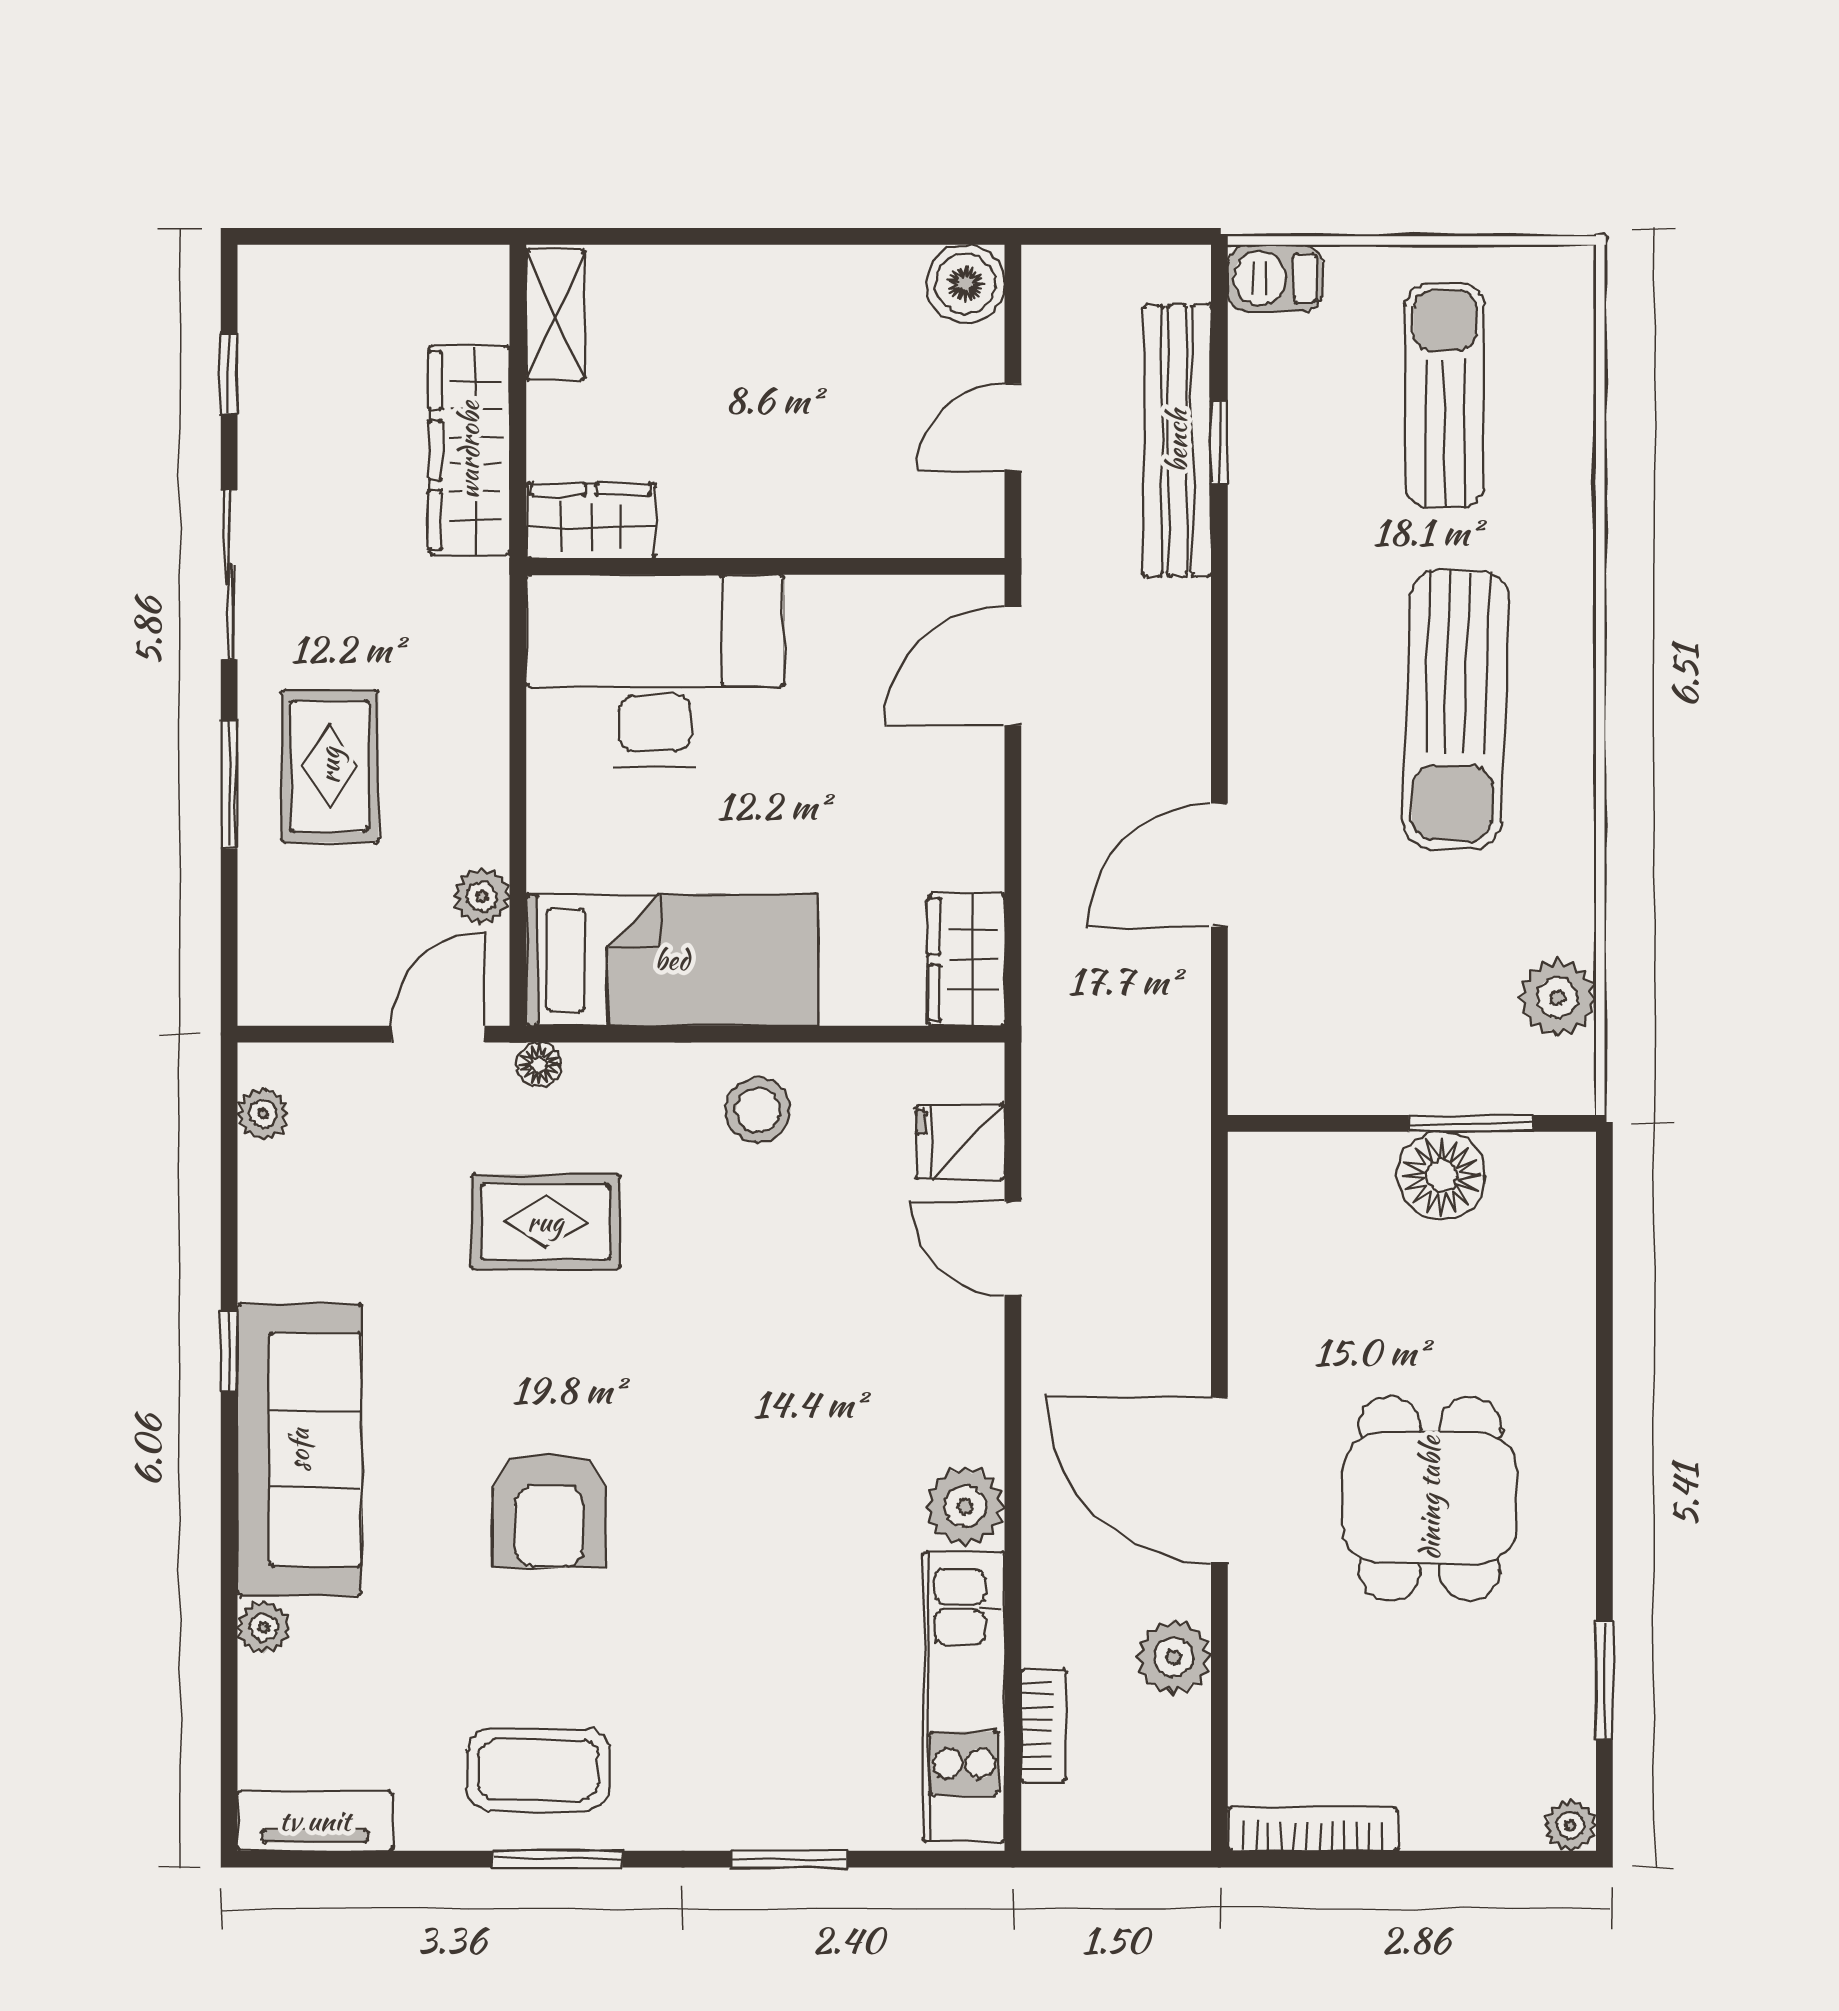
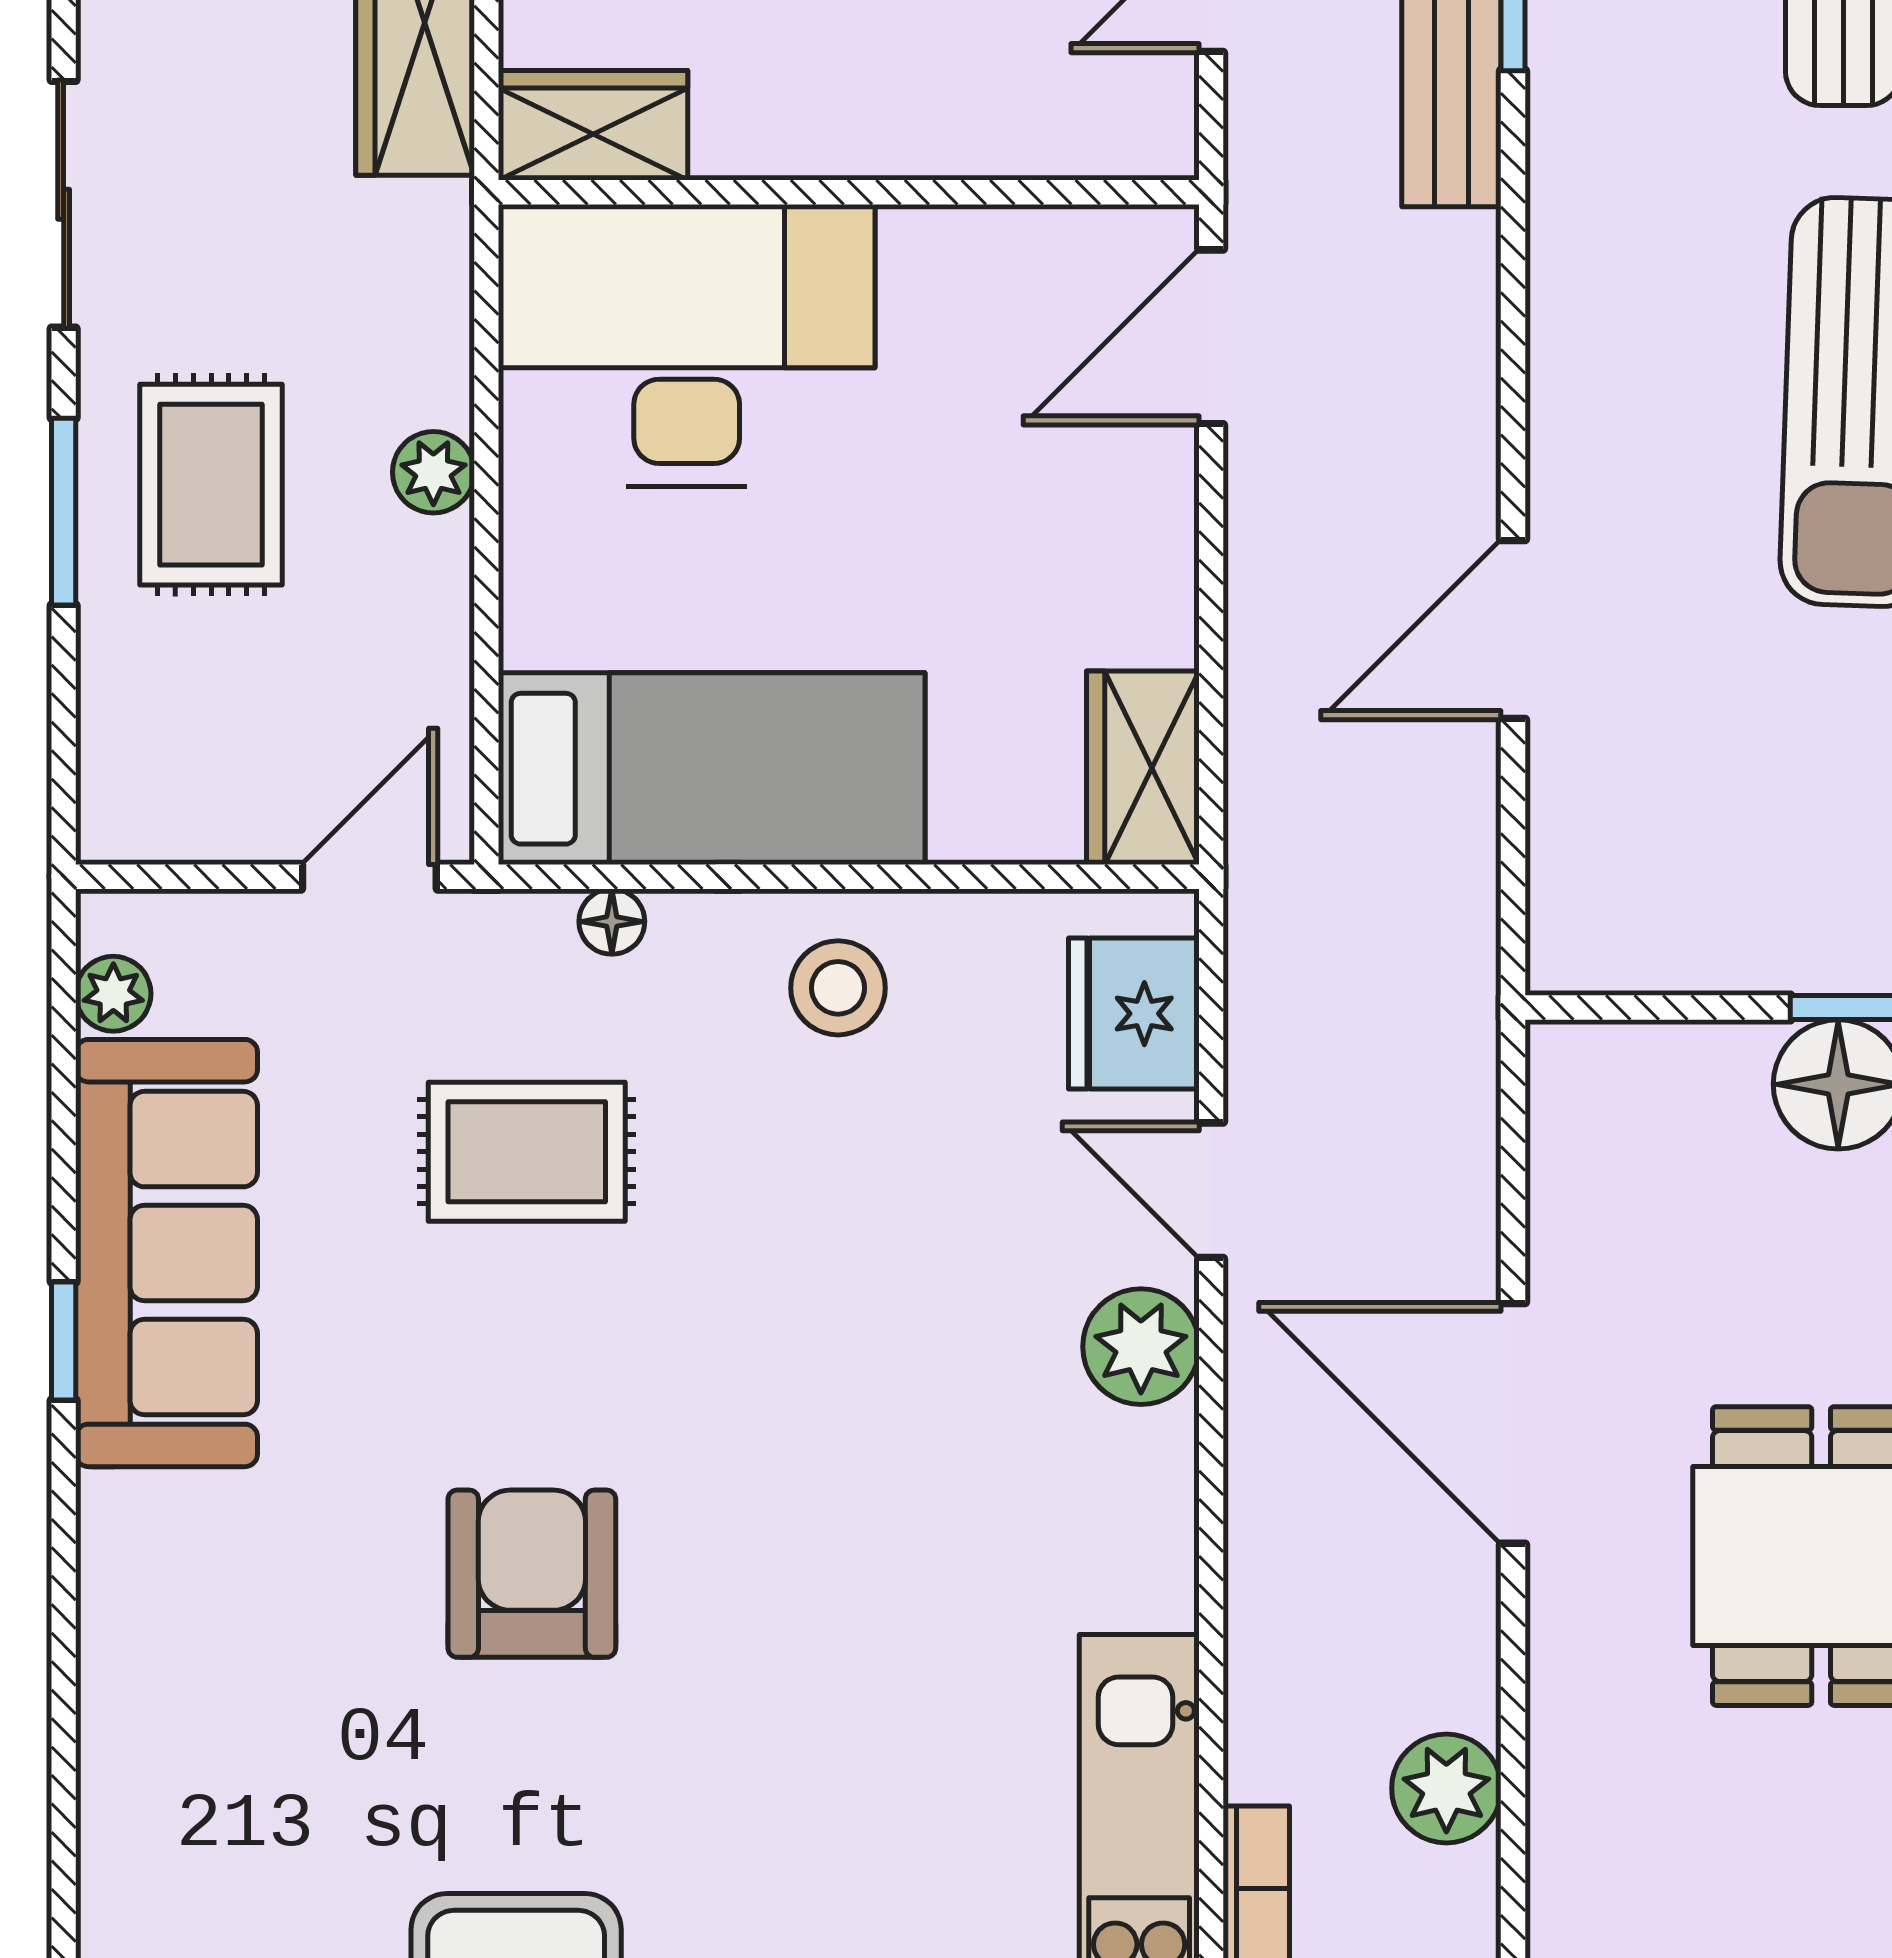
plant: (482, 896) -> (433, 472), moved
floor lamp: (539, 1065) -> (612, 922), moved
fridge: (960, 1142) -> (1134, 1014), width x1.38
sofa: (299, 1450) -> (167, 1253), moved
door: (1219, 1480) -> (1513, 1423), moved
plant: (965, 1506) -> (1141, 1347), moved
armchair: (549, 1510) -> (532, 1574), turned 180
plant: (264, 1627) -> (114, 1745), removed

